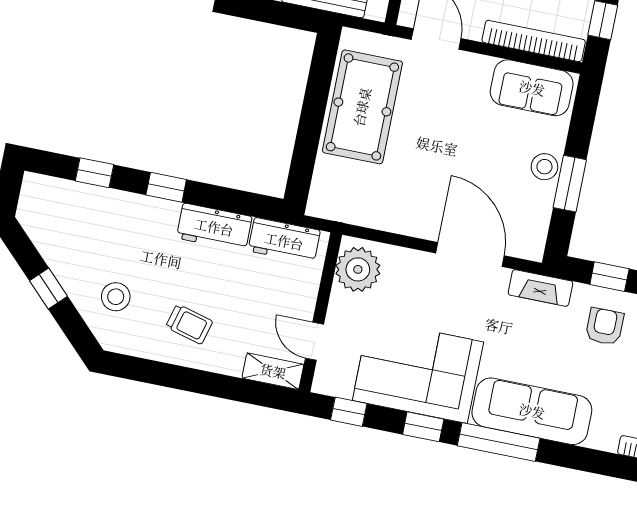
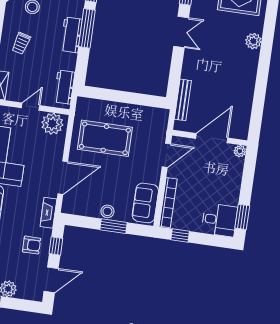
pool table: (362, 107) -> (105, 138), moved
window: (570, 184) -> (114, 226), moved
window: (166, 187) -> (87, 28), width x2.17
workbench: (214, 227) -> (71, 35), moved
door: (314, 341) -> (31, 107), moved

